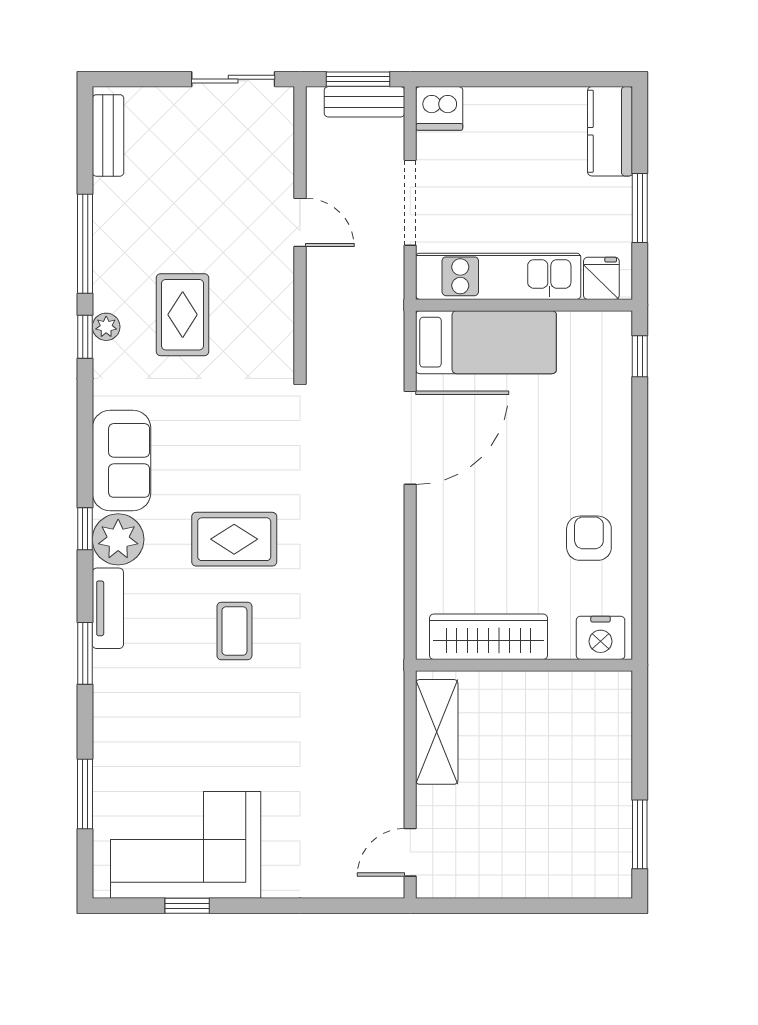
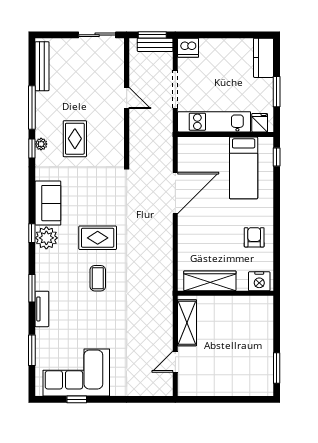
bench: (108, 135) -> (42, 66), width x1.36
bed: (486, 342) -> (244, 168), moved, turned 90
tv unit: (108, 608) -> (42, 309), moved
door: (410, 852) -> (175, 362), moved

